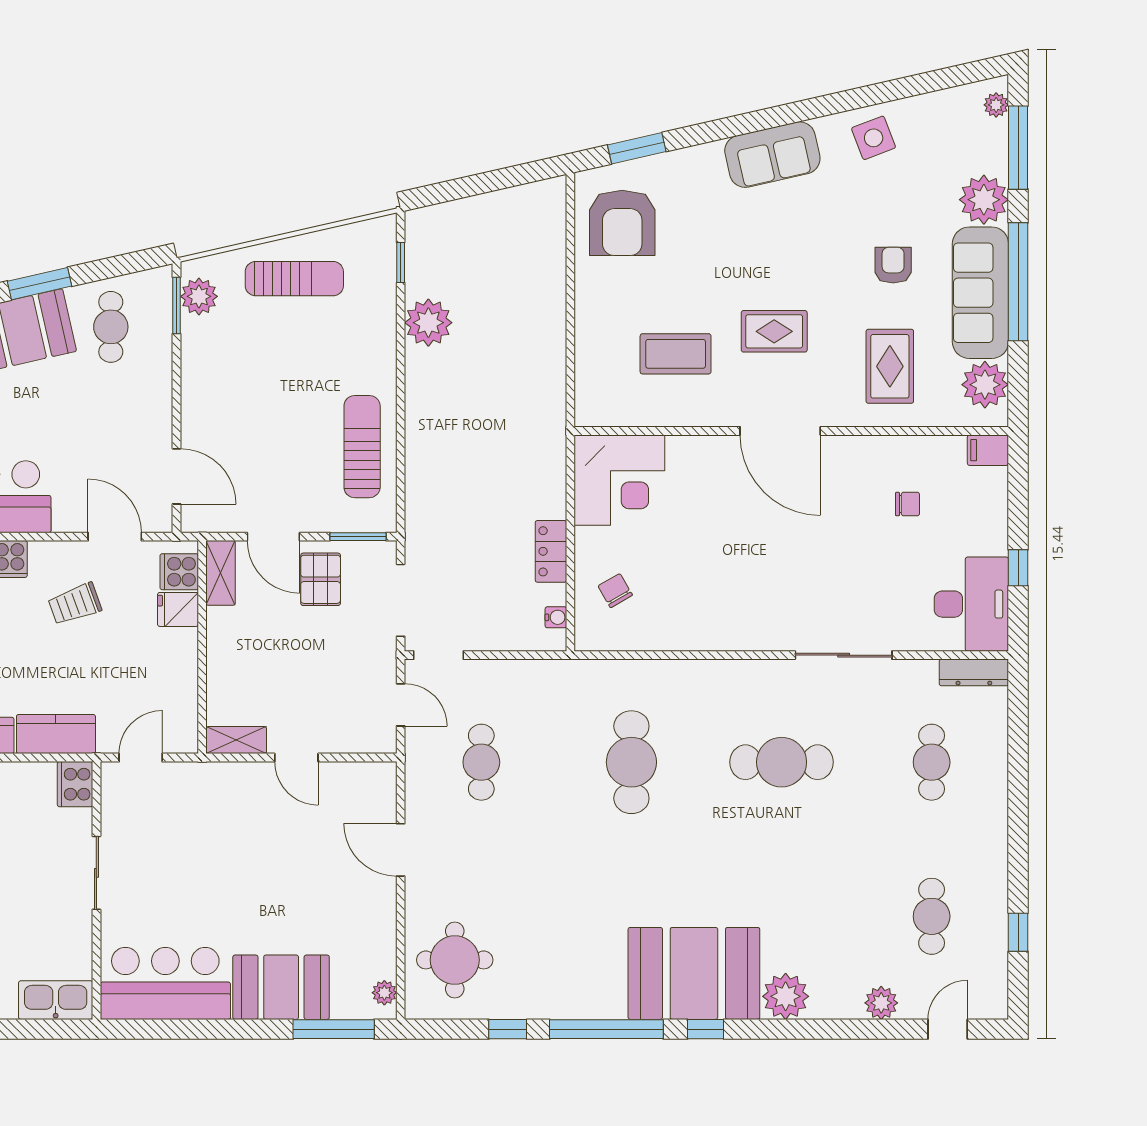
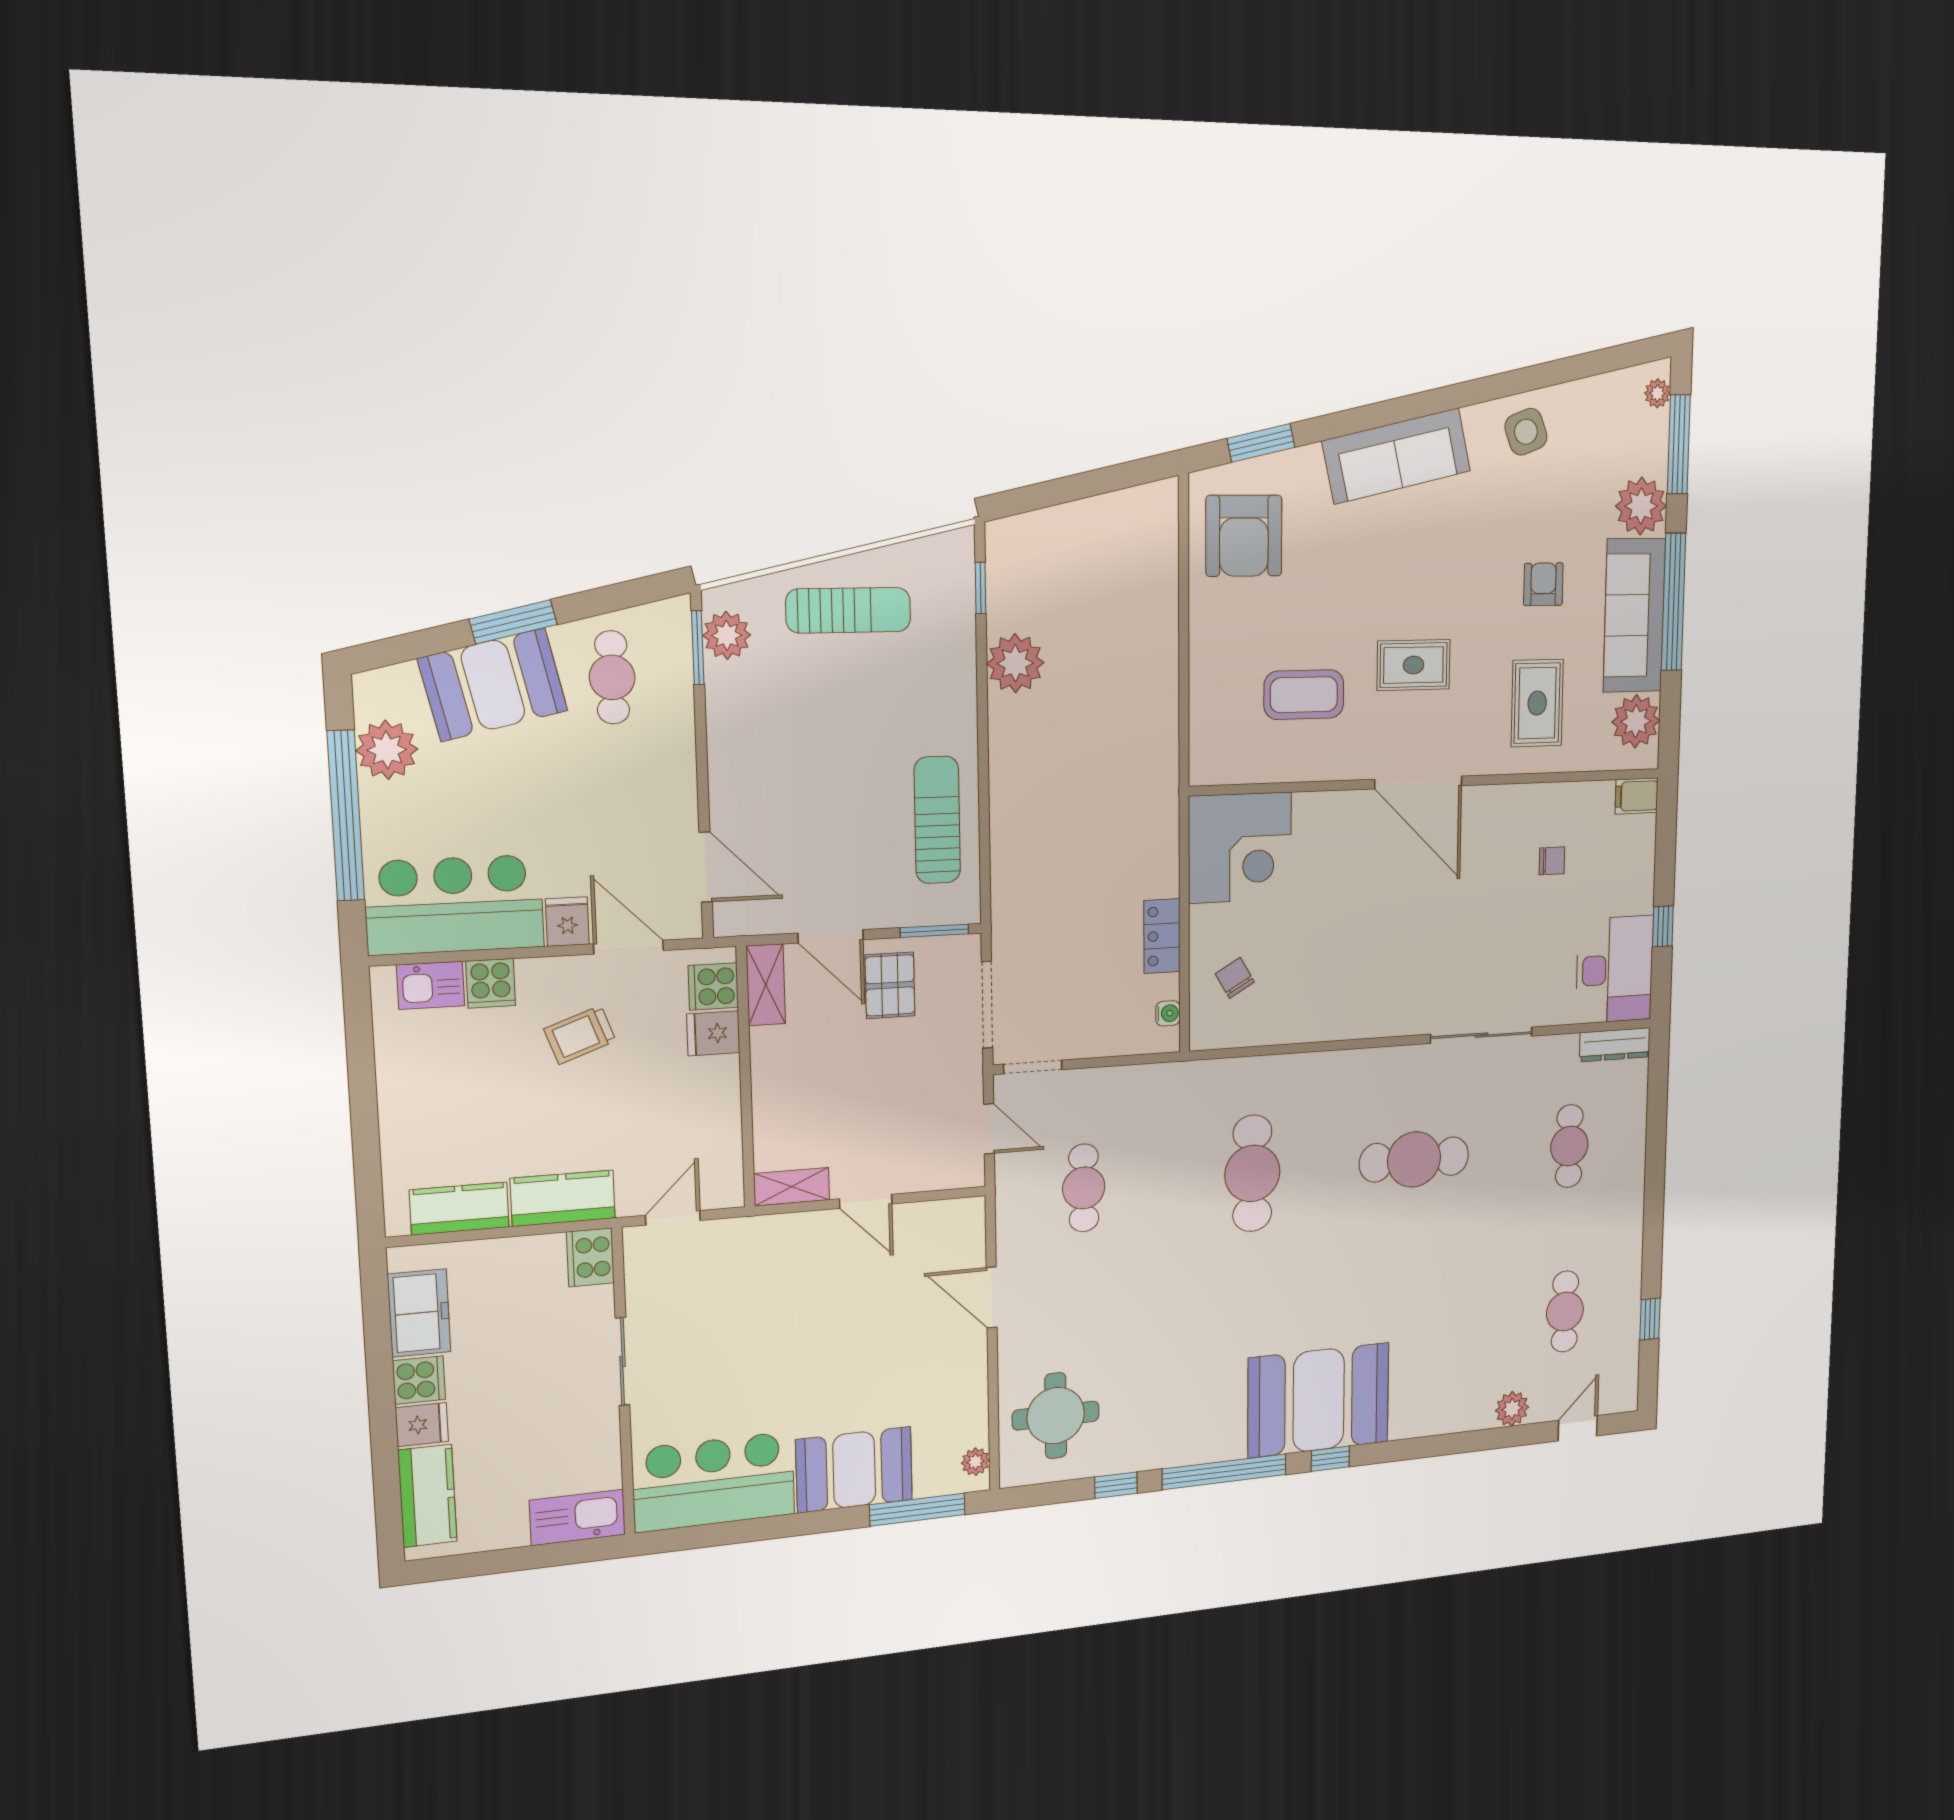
sofa: (772, 155) -> (1397, 456), width x1.36
fridge: (69, 514) -> (567, 922), added
plant: (786, 996) -> (1414, 1413), removed

